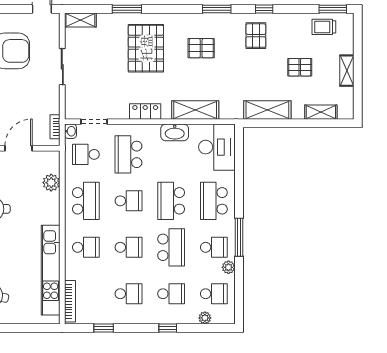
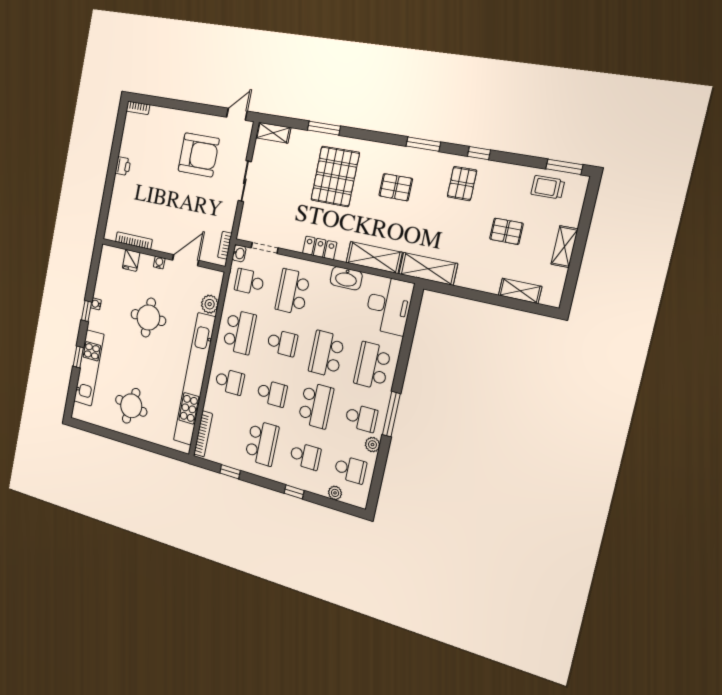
shelving: (267, 110) -> (428, 269), moved
kitchen unit: (51, 270) -> (194, 379), width x1.36
school desk: (129, 294) -> (262, 443), width x1.85

